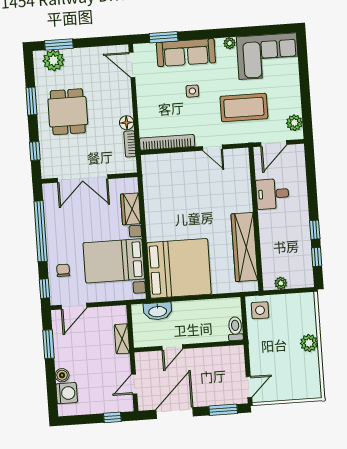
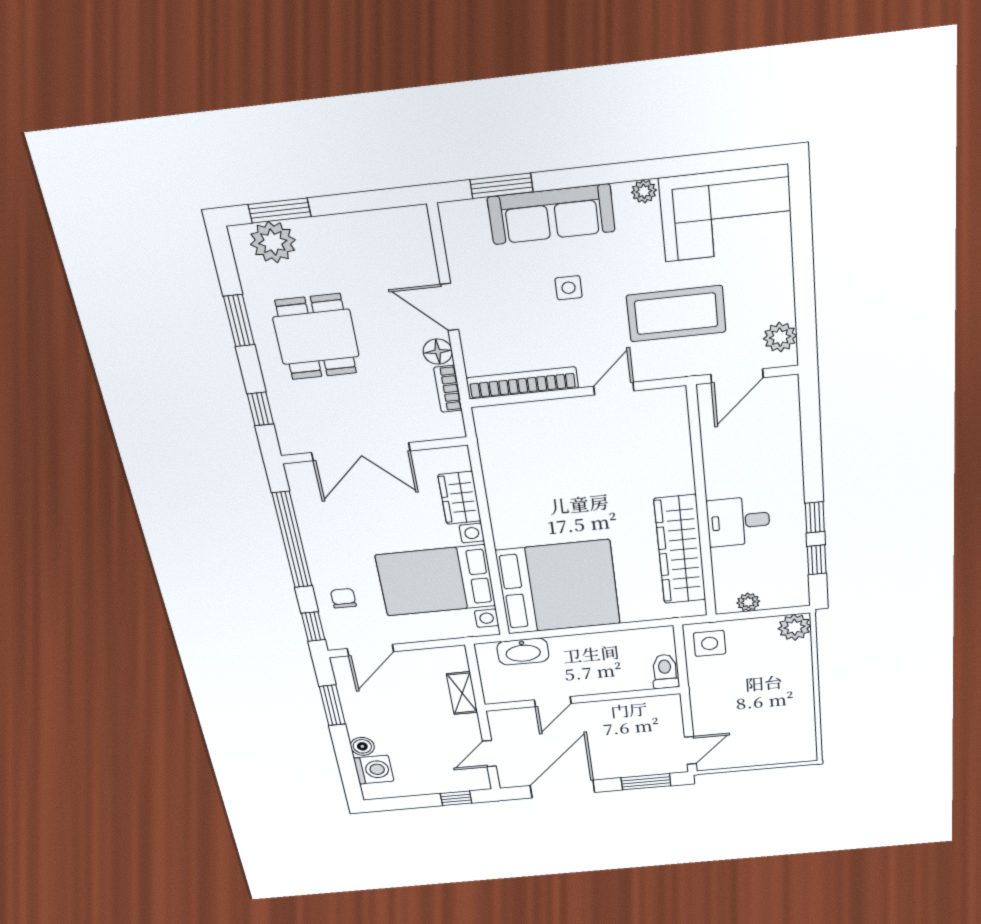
door: (132, 65) -> (449, 307), moved
door: (212, 148) -> (614, 389), swing flipped
desk: (272, 194) -> (738, 521), moved
plant: (309, 343) -> (794, 627), moved

